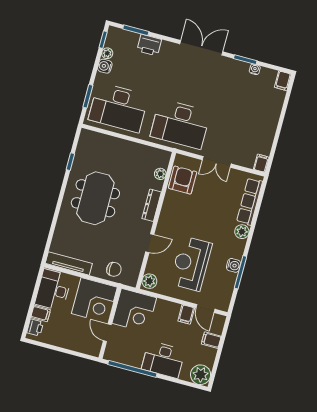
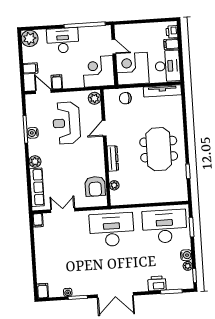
double door: (217, 162) -> (63, 210), moved
reception desk: (191, 264) -> (66, 123), turned 180

